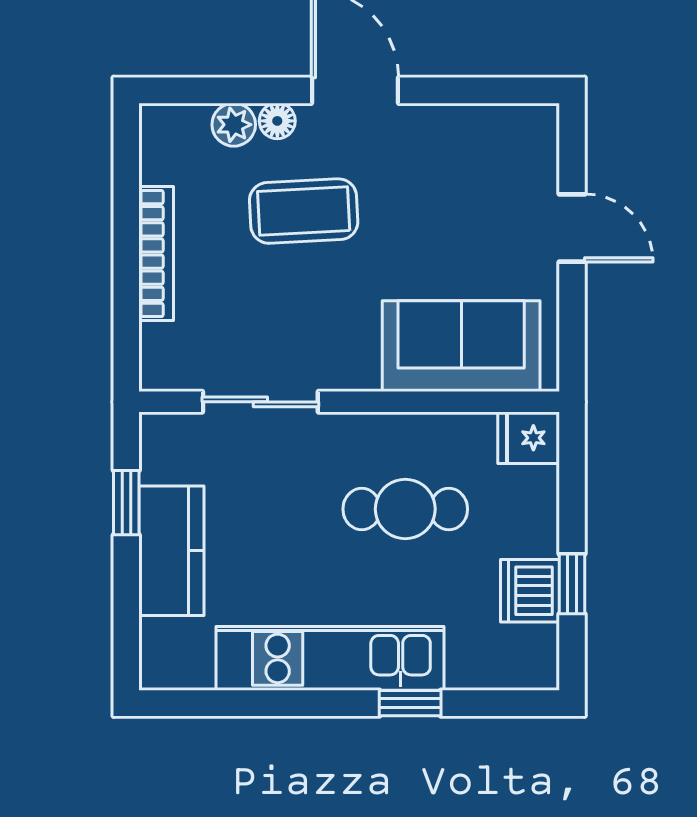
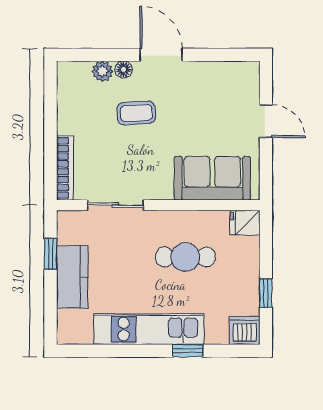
coffee table: (304, 211) -> (136, 113), width x0.73, depth x0.77
bookcase: (156, 254) -> (65, 168), moved
dishwasher: (530, 591) -> (245, 330), moved, turned 90

